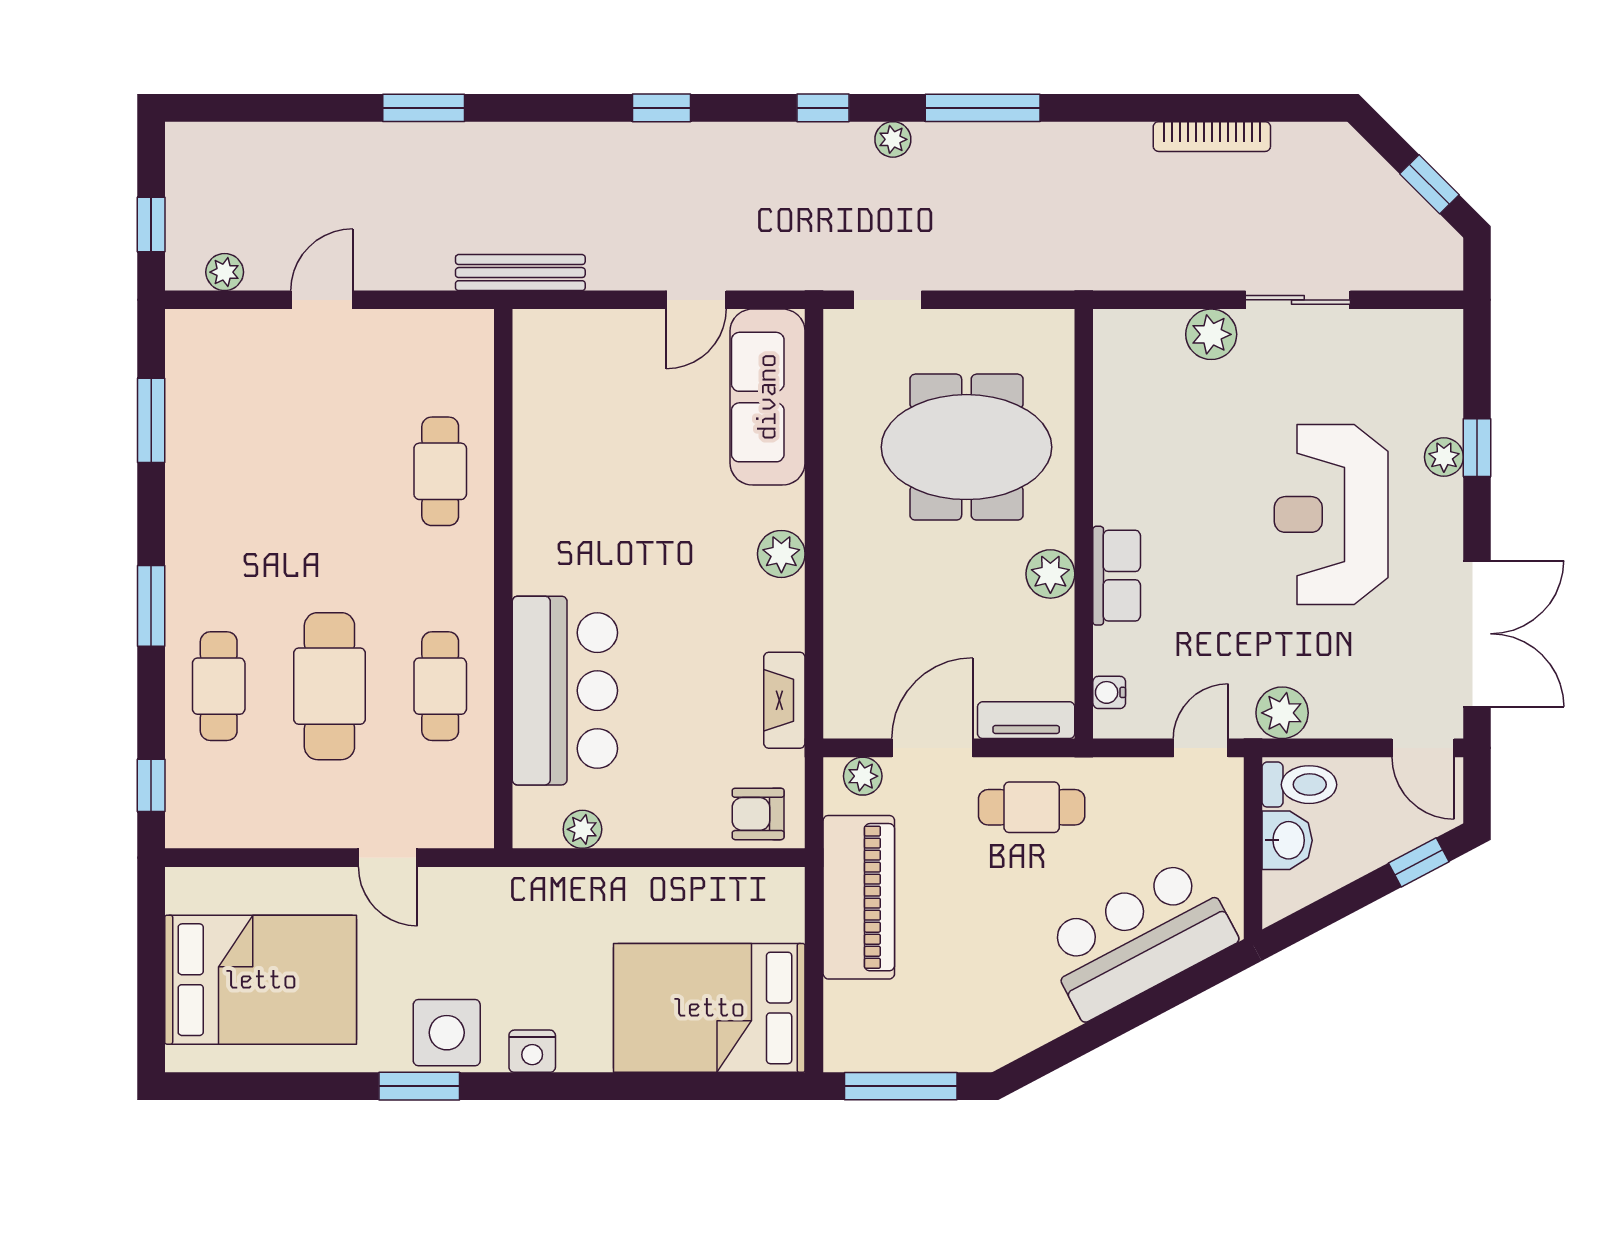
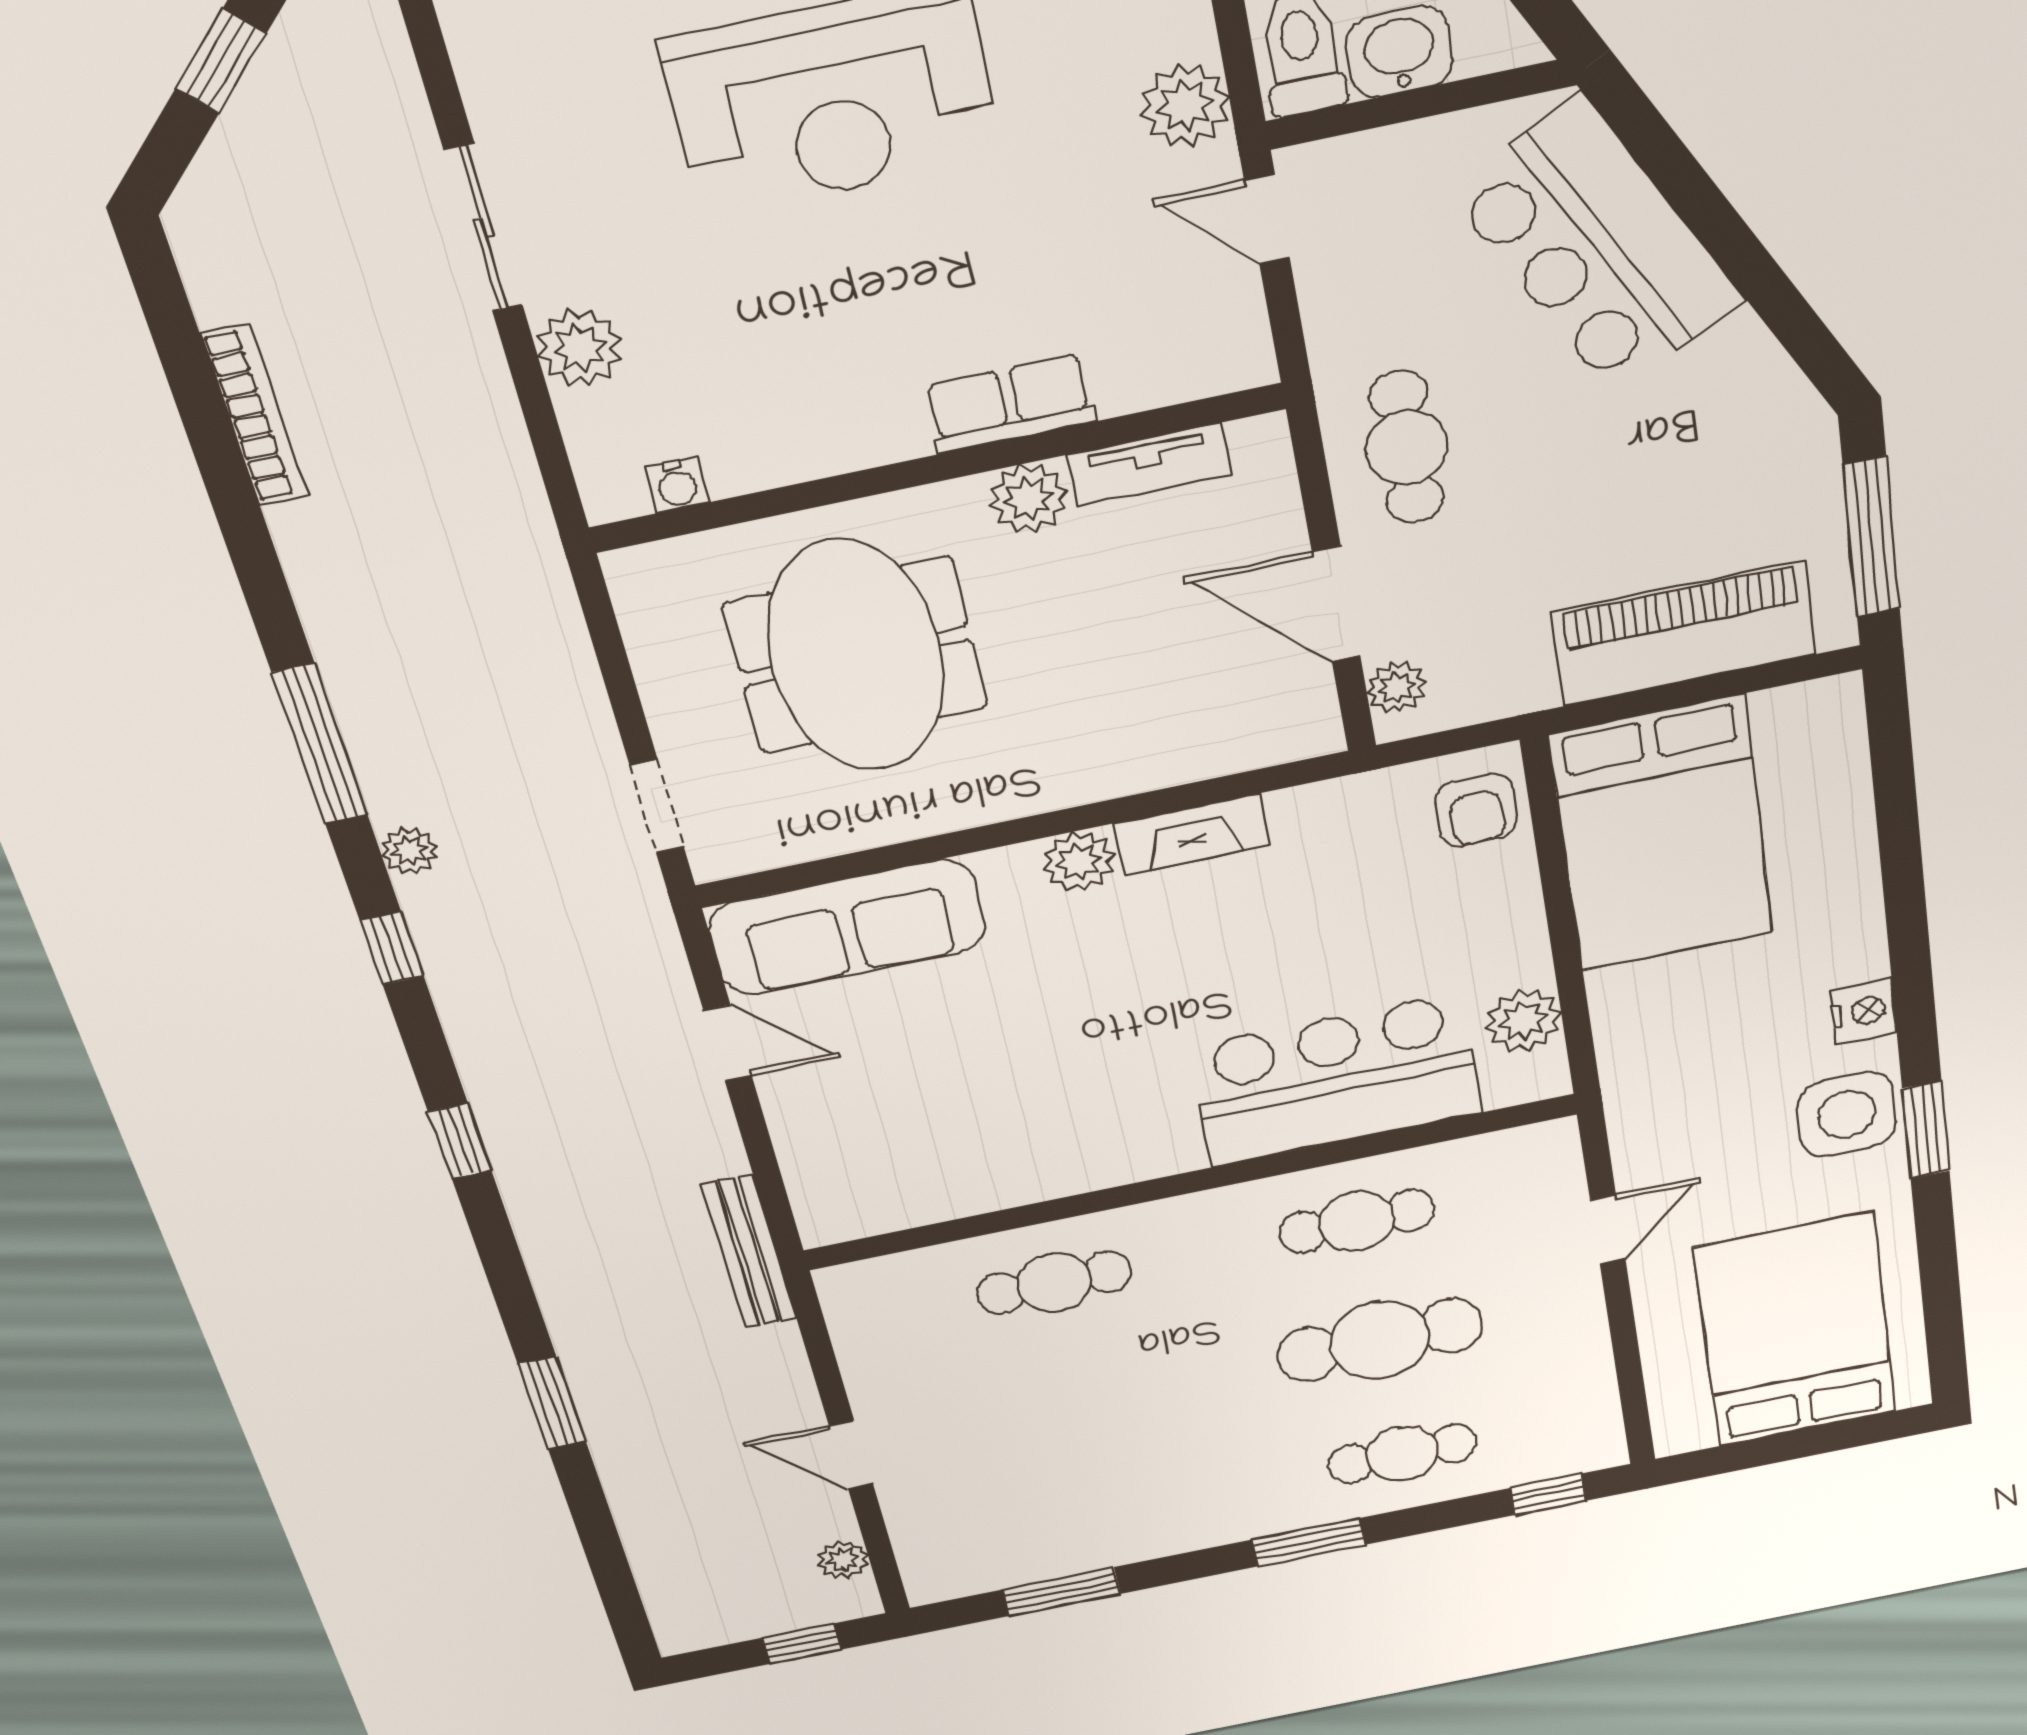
water cooler: (1109, 692) -> (677, 485), moved
fireplace: (784, 700) -> (1192, 834), moved
tv unit: (1026, 720) -> (1149, 465), moved, turned -90
plant: (582, 829) -> (1523, 1021), width x1.38, depth x1.38
piano: (859, 897) -> (1684, 634), moved
bed: (709, 1008) -> (1662, 835), moved

